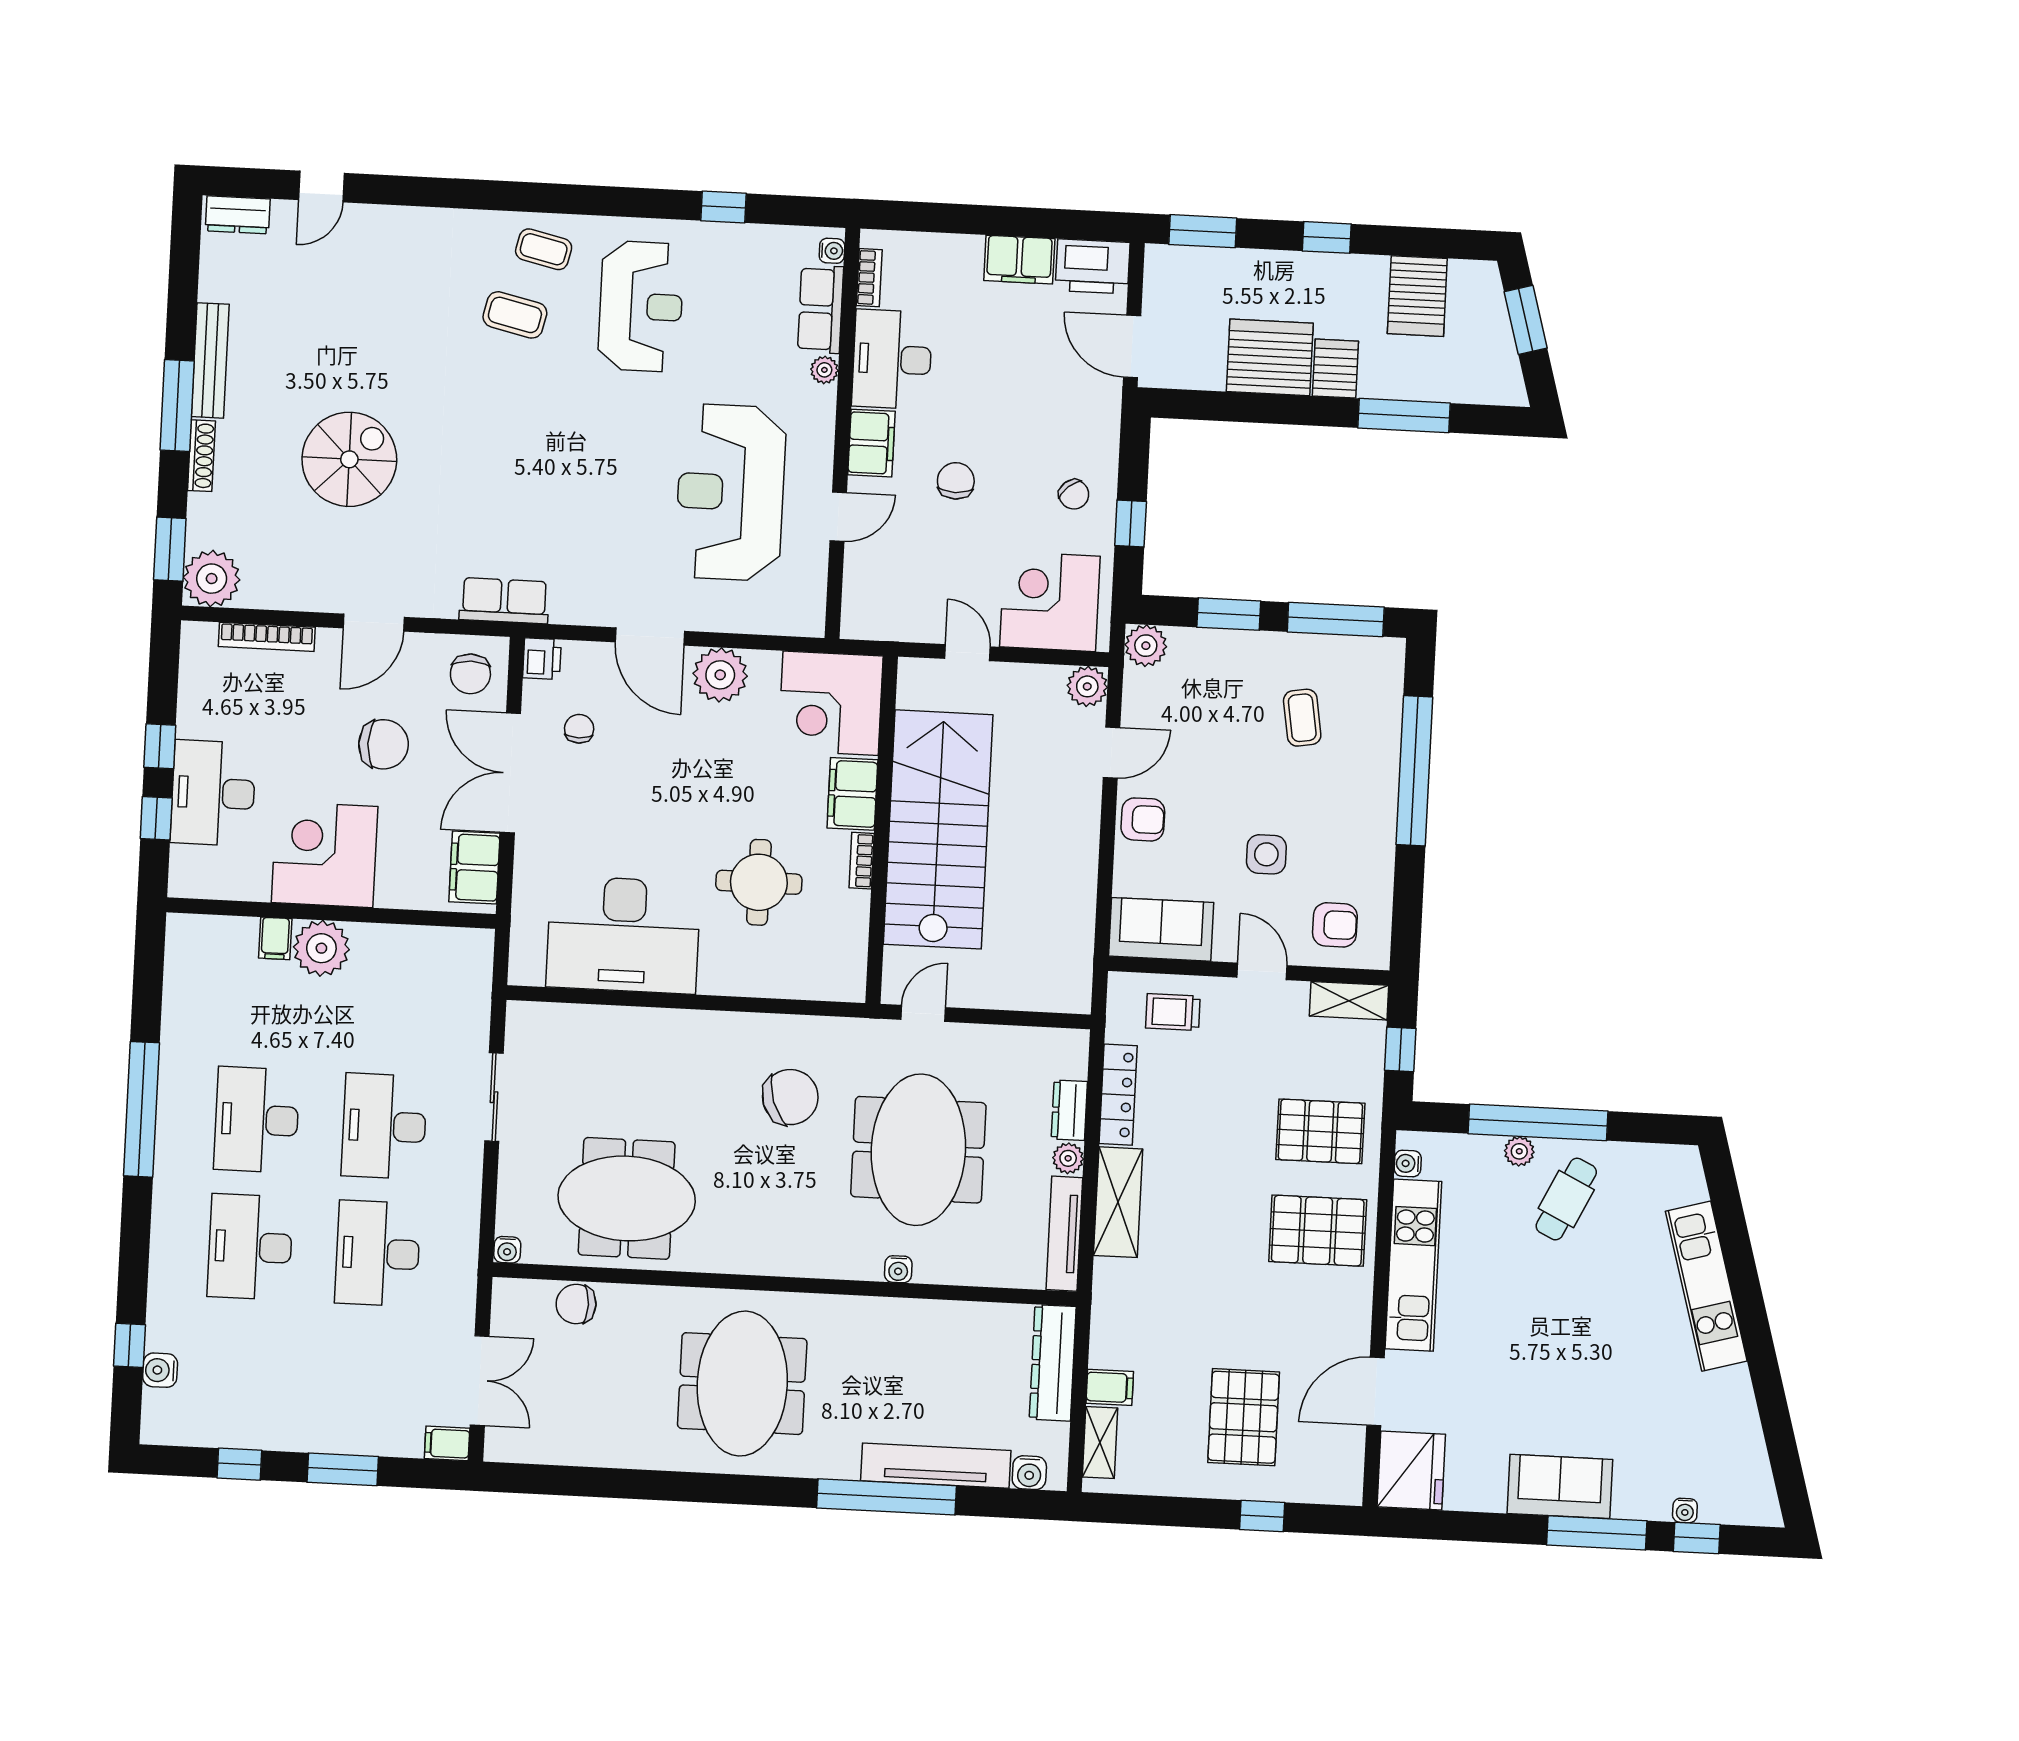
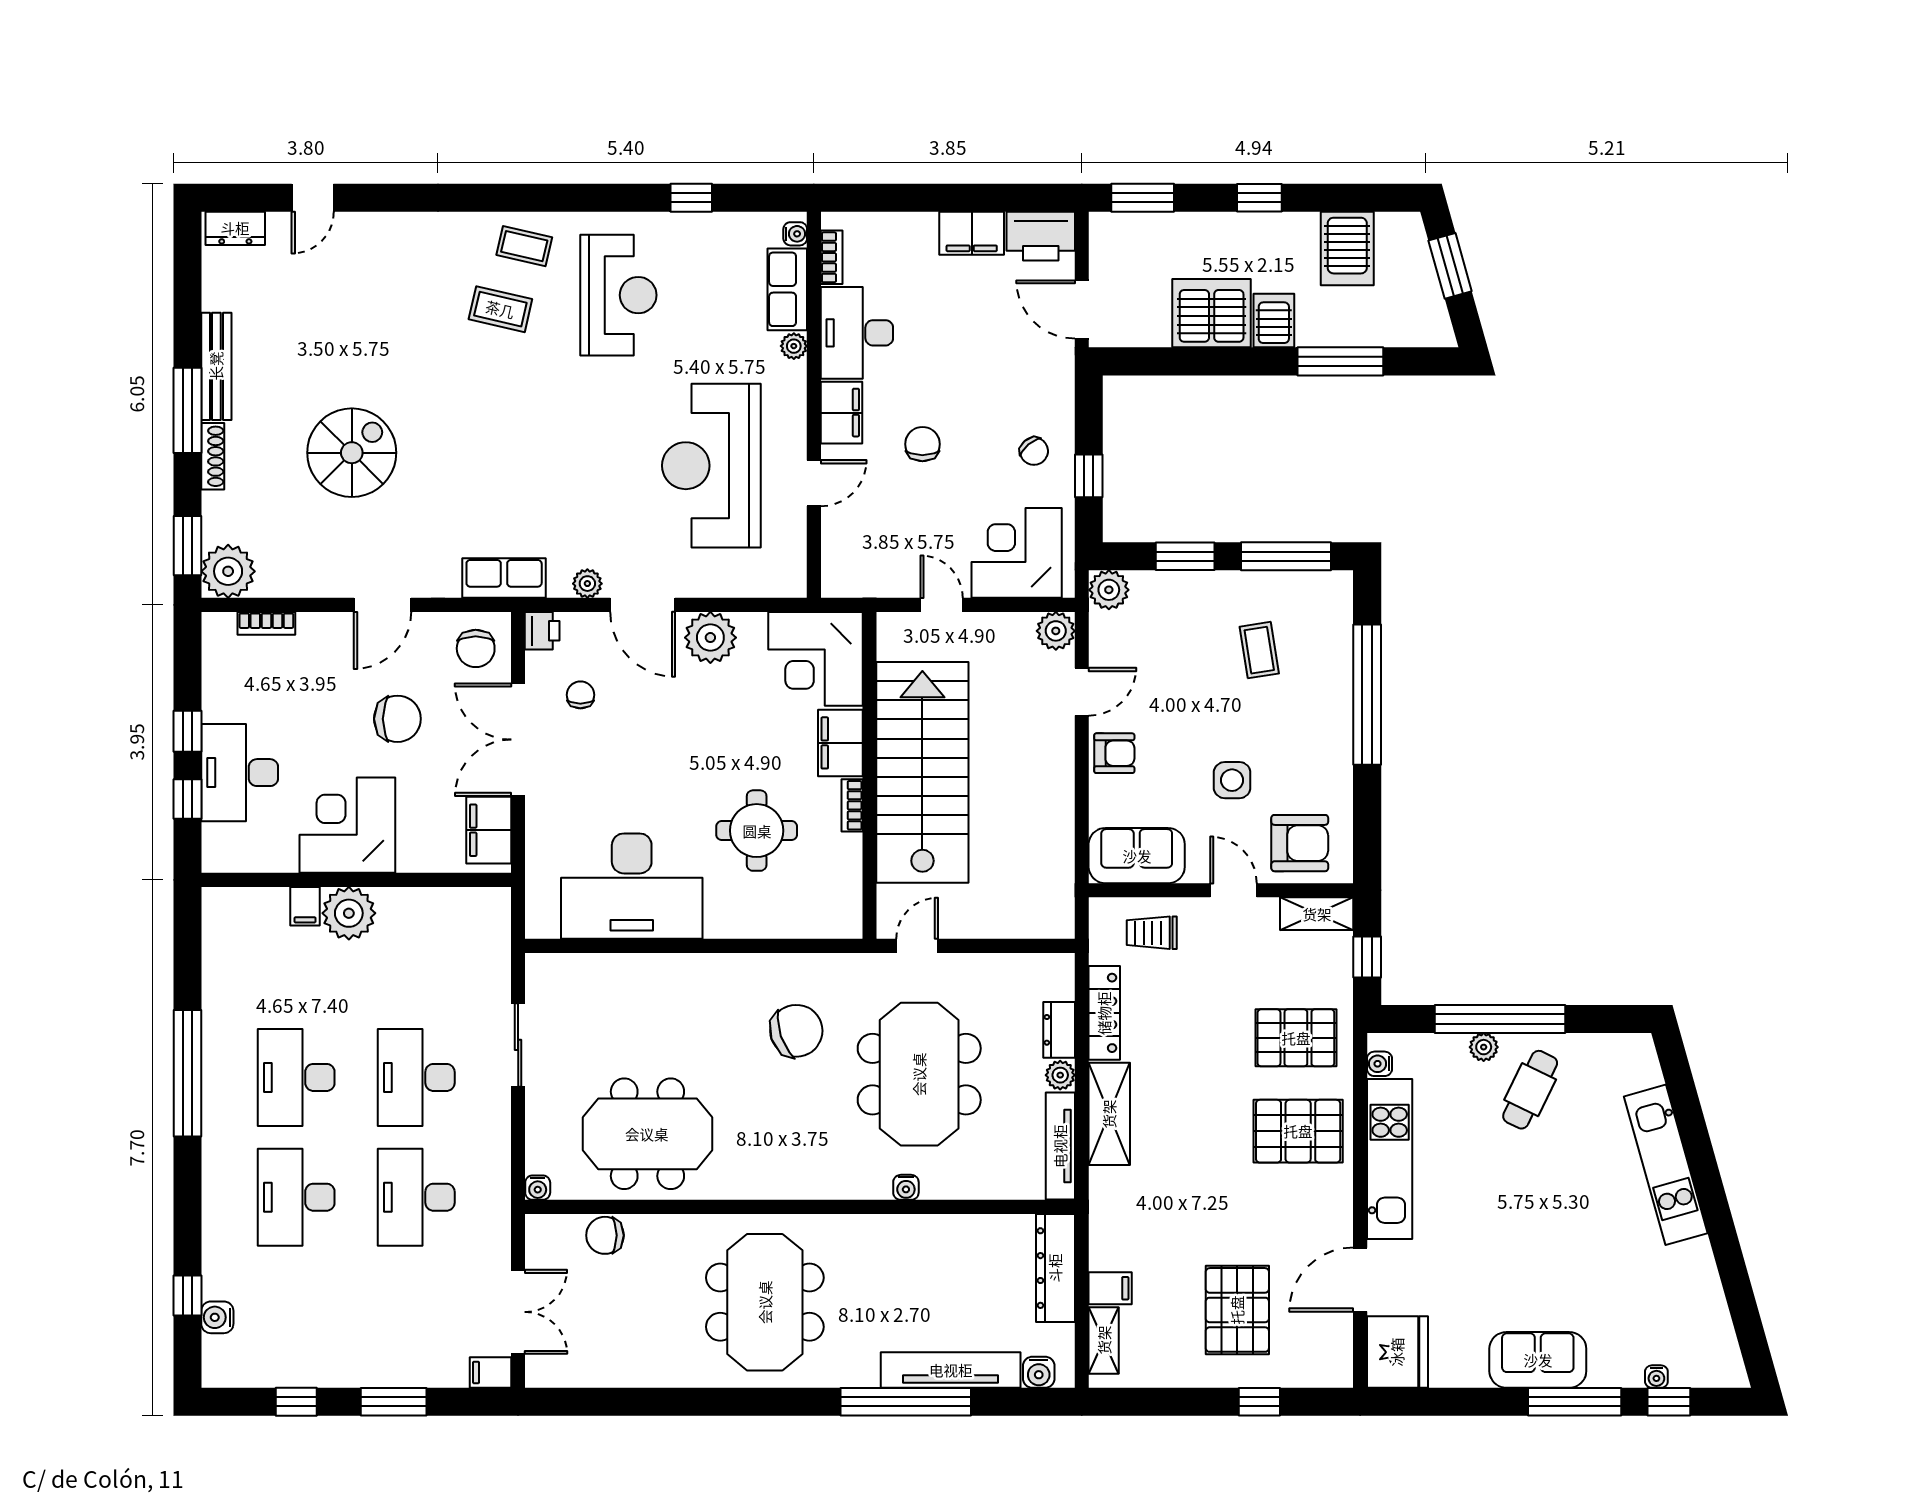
plant: (592, 611) -> (587, 584), added
bookcase: (267, 637) -> (266, 623), width x0.64
armchair: (1335, 925) -> (1300, 843), width x1.38, depth x1.38

